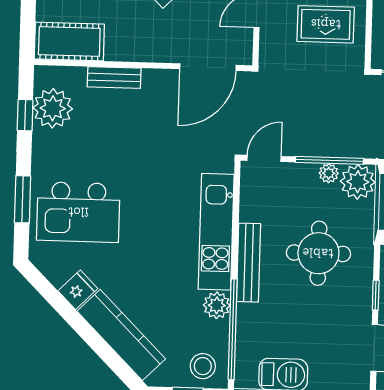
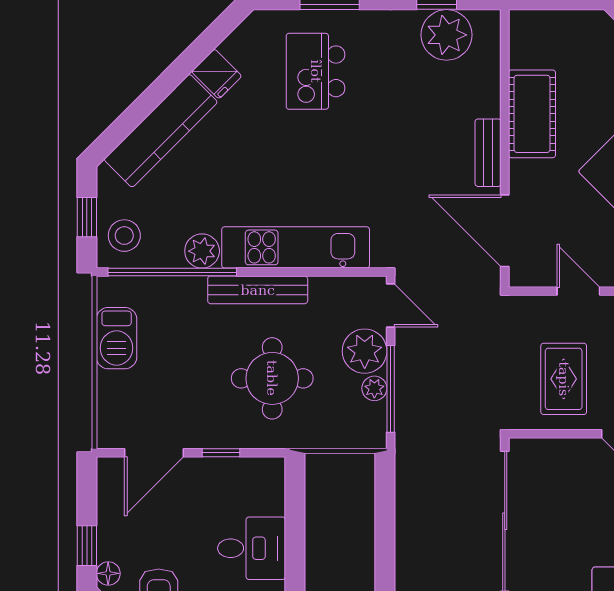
cot: (69, 42) -> (532, 114), moved
bench: (114, 77) -> (488, 153), moved
plant: (358, 182) -> (365, 351), moved
kitchen island: (78, 212) -> (316, 71), width x0.73, depth x0.78

